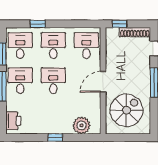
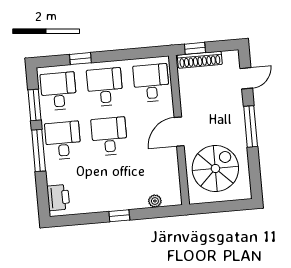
shoe rack: (135, 32) -> (200, 60), moved
plant: (82, 125) -> (155, 201), width x0.53, depth x0.53

